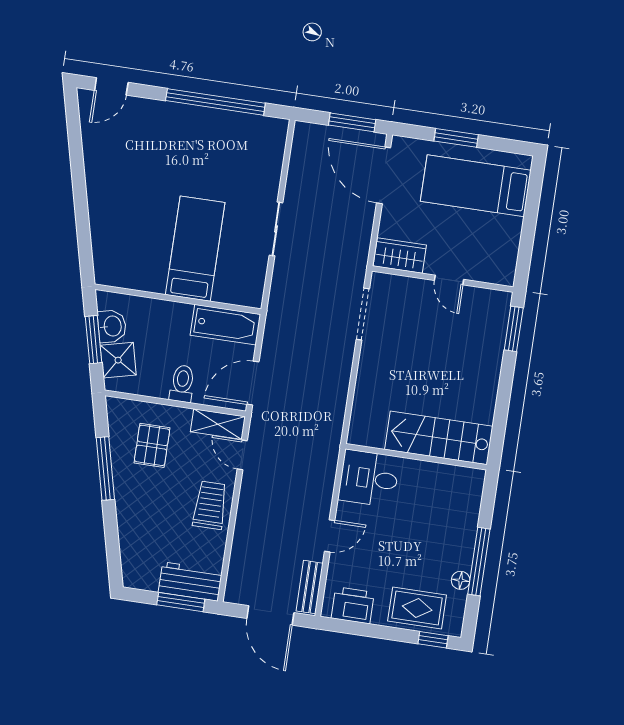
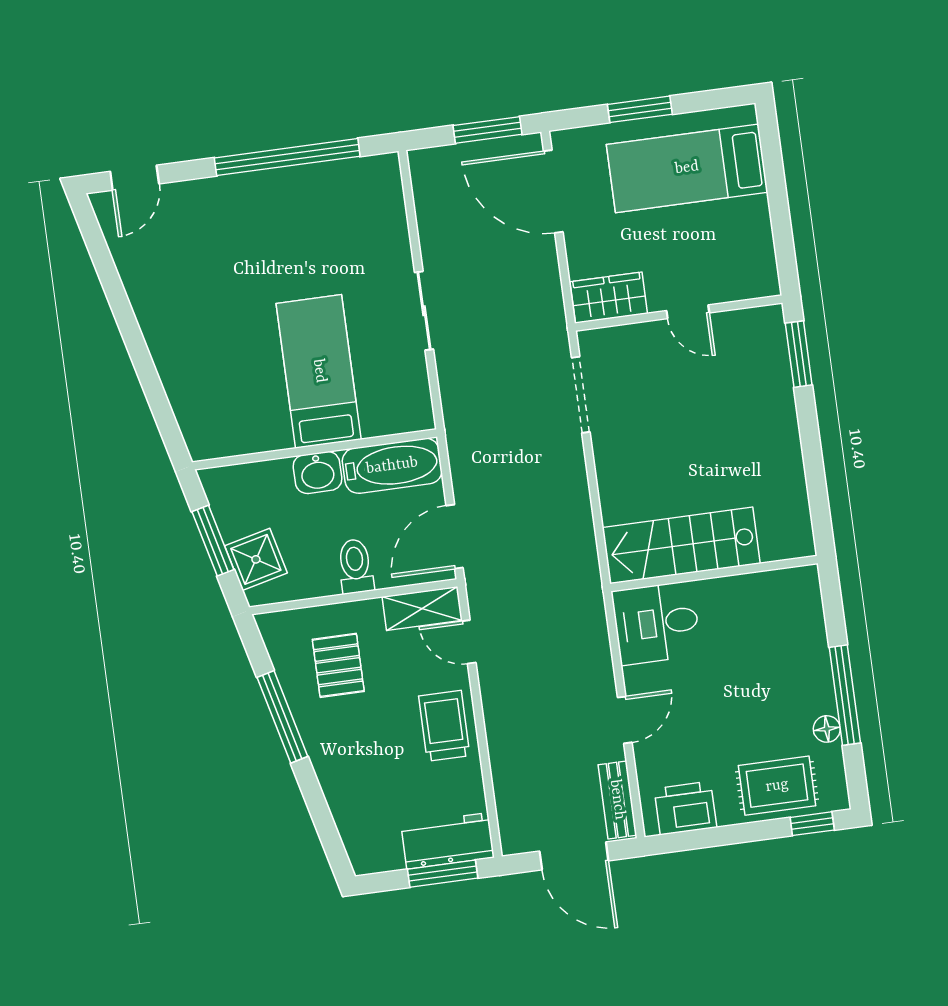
washbasin: (112, 326) -> (318, 473), moved, turned 104
stairs: (439, 438) -> (681, 545), moved

